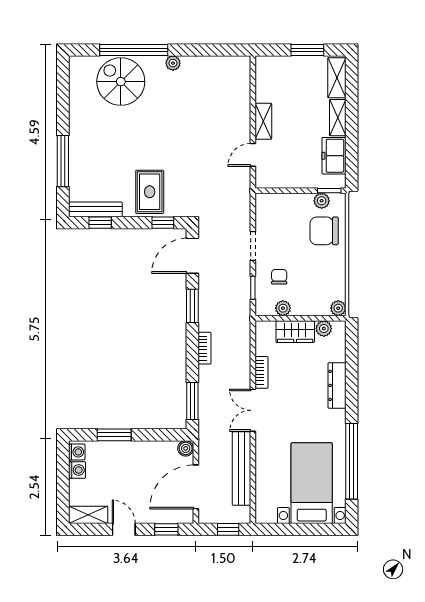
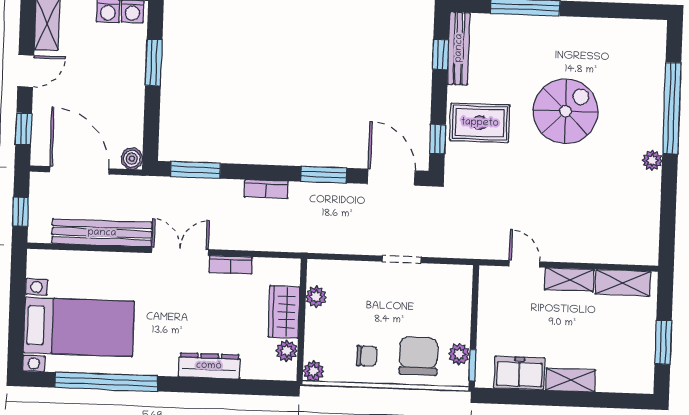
shelving: (337, 78) -> (623, 283), moved
spiral stairs: (121, 82) -> (565, 111), moved
chair: (279, 277) -> (367, 356), moved
window: (253, 288) -> (345, 257), removed

